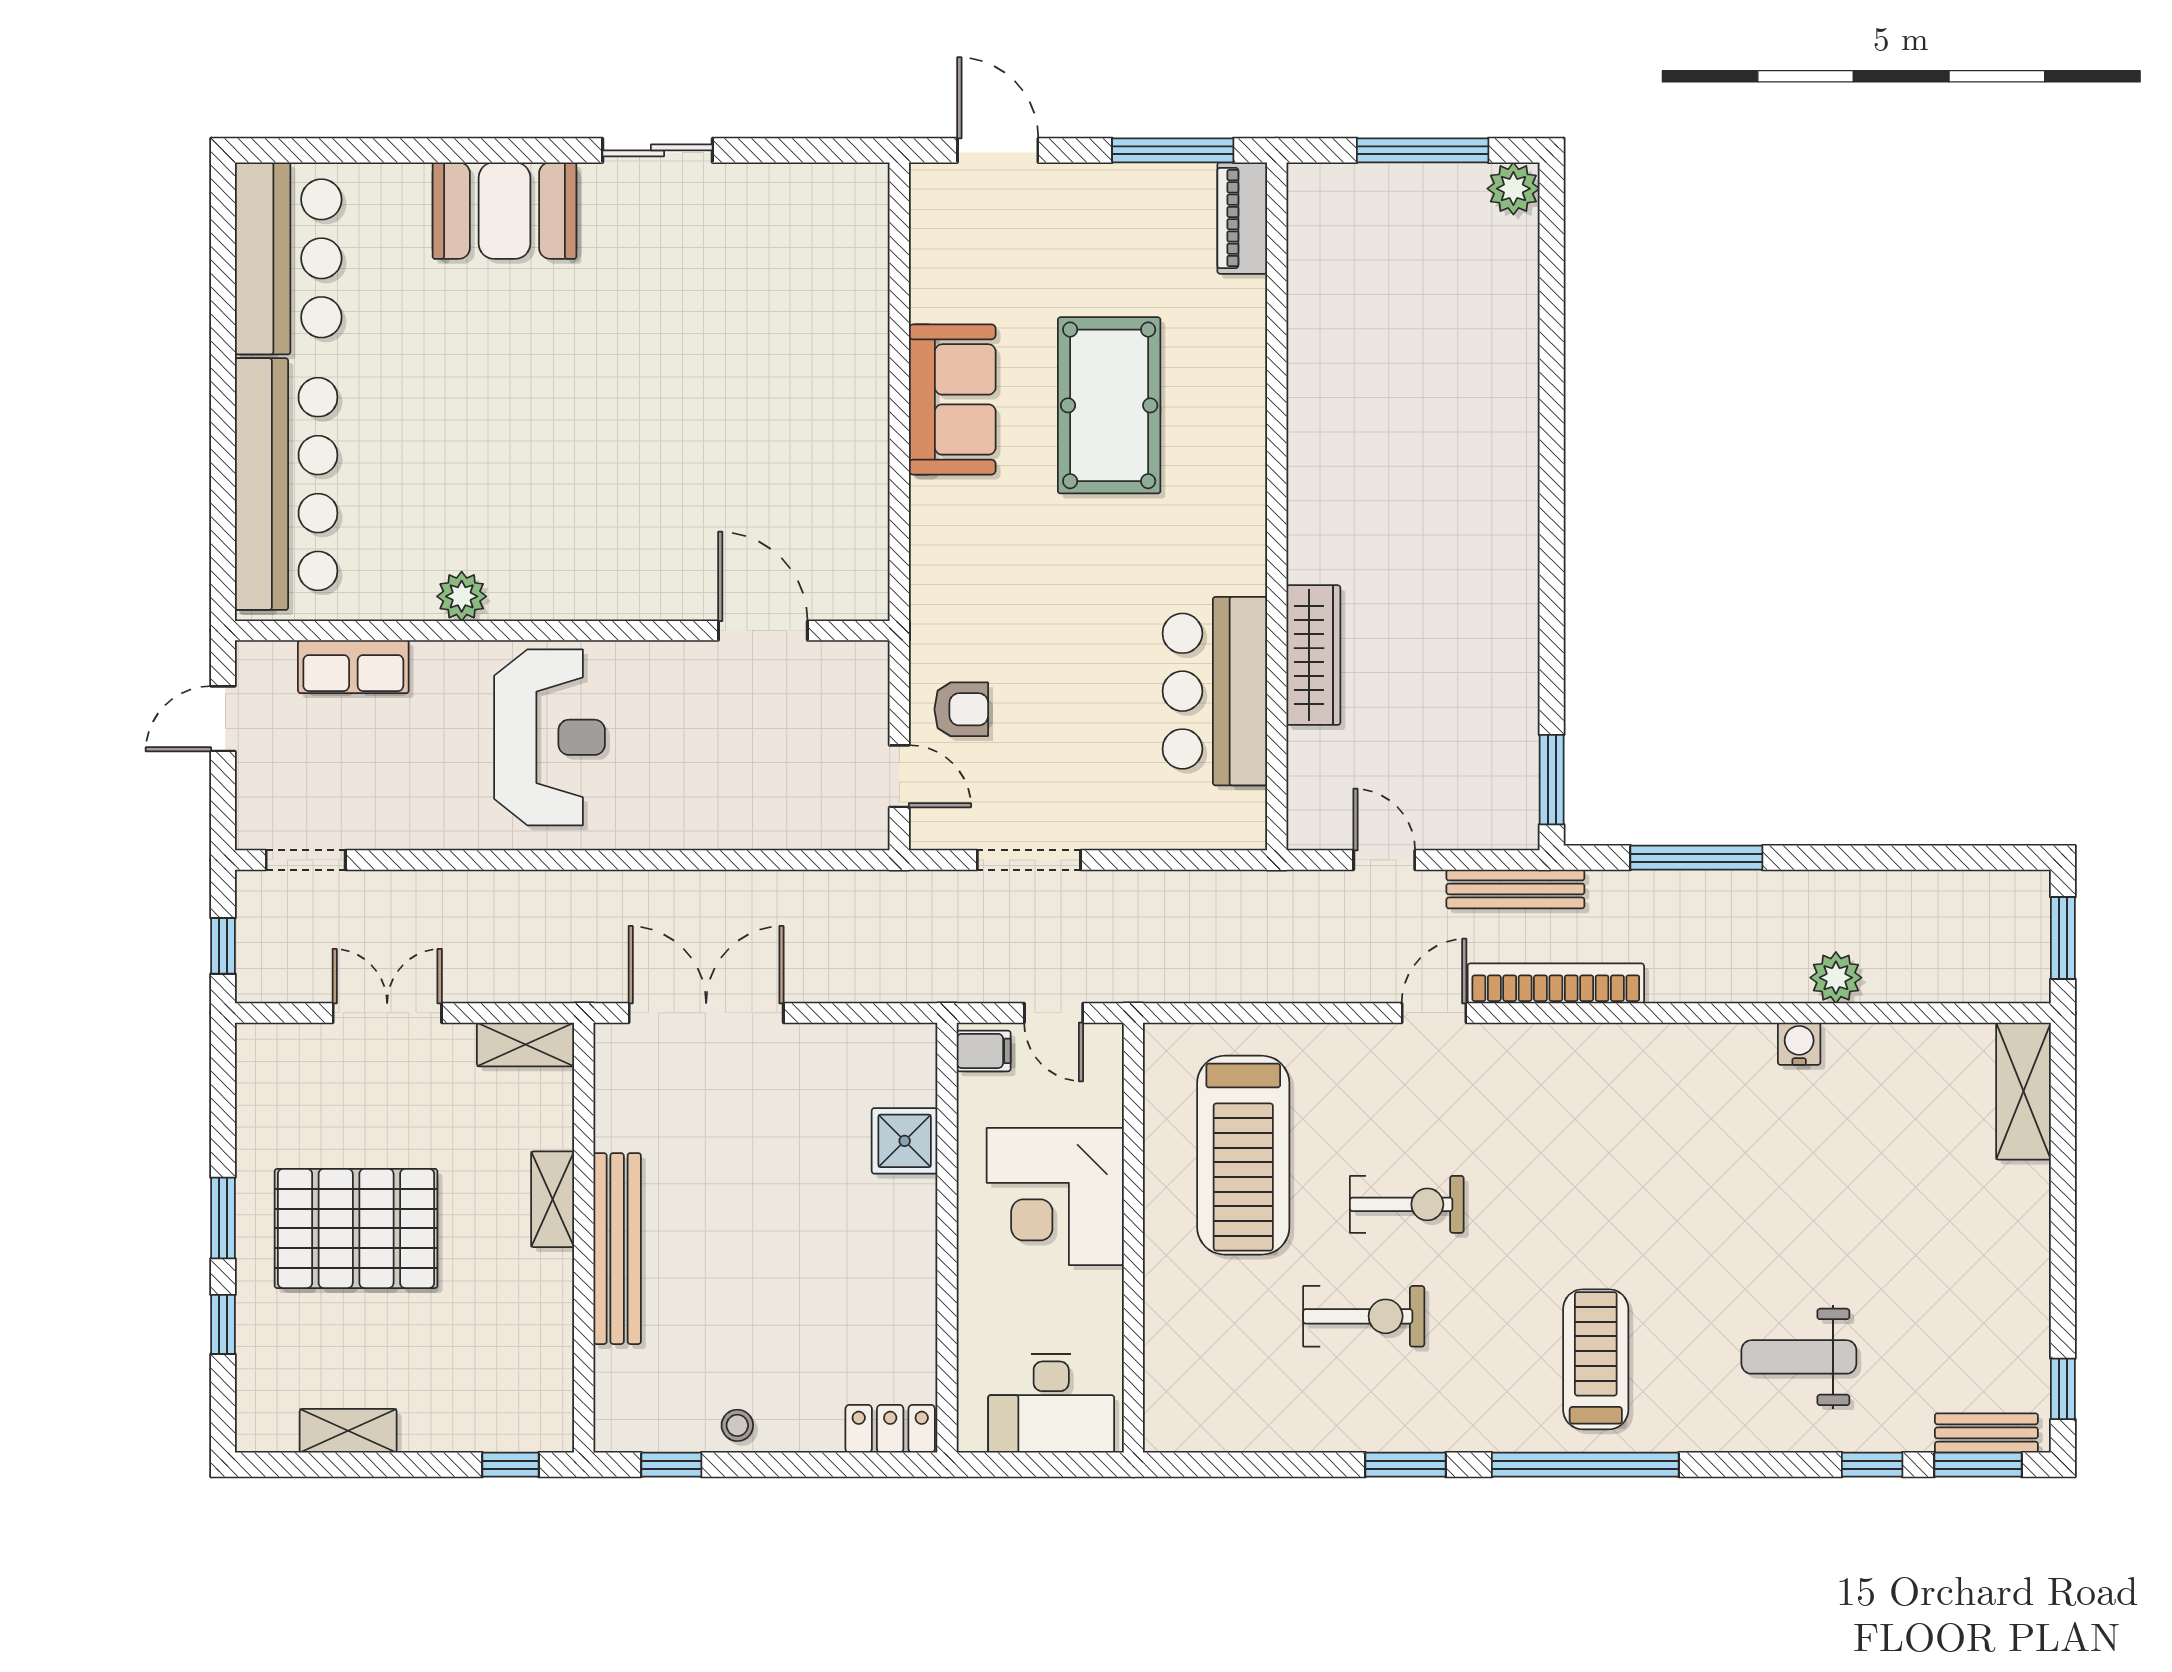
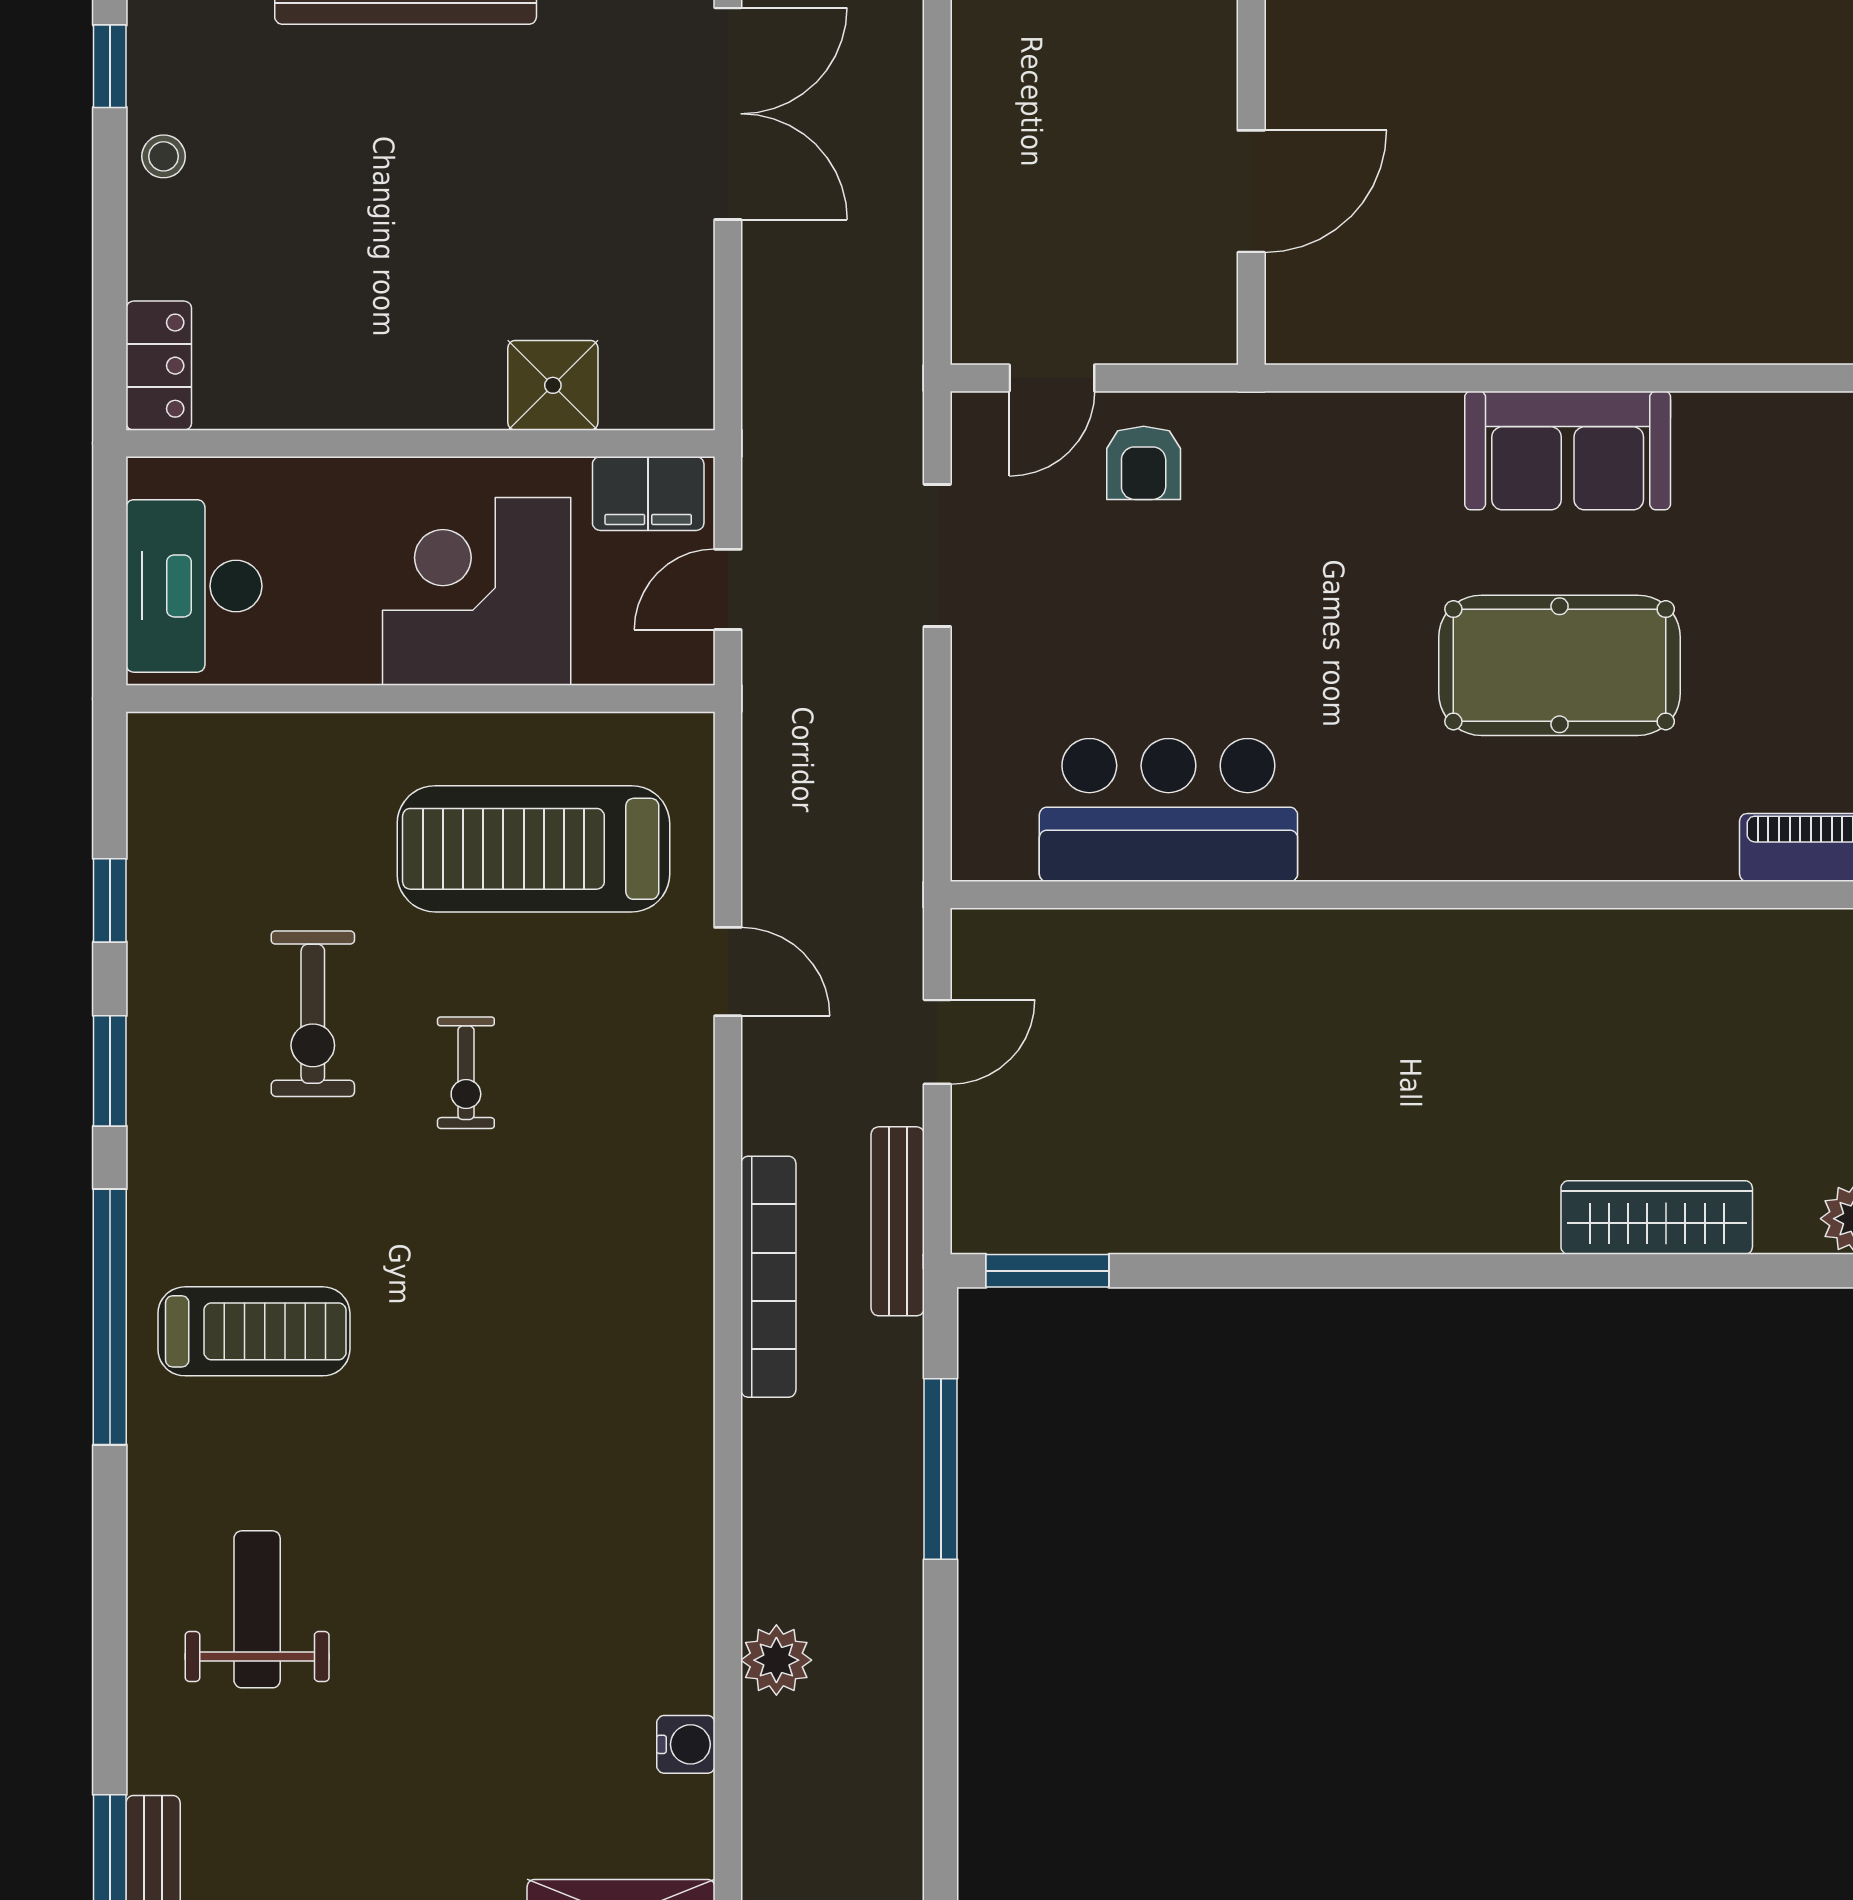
wardrobe: (1313, 655) -> (1657, 1217), moved, turned 180
door: (1434, 1013) -> (728, 972), moved
water cooler: (1799, 1044) -> (686, 1744), moved
filing cabinet: (984, 1051) -> (648, 494), width x2.00
exercise bike: (1407, 1204) -> (466, 1073), width x0.73, depth x0.72
window: (1872, 1465) -> (110, 900), moved

